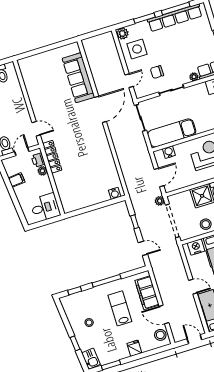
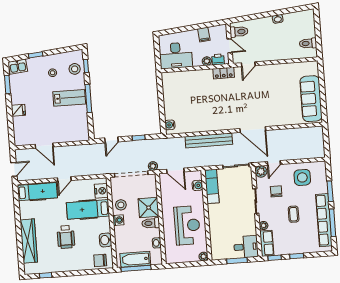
plant: (122, 33) -> (261, 171), moved
coffee table: (176, 49) -> (294, 214), added
sofa: (78, 78) -> (311, 99), moved, turned -90
door: (129, 81) -> (274, 163), hinge flipped
exam couch: (172, 133) -> (212, 186), width x0.73, depth x0.69
bench: (121, 151) -> (209, 140), added
locker: (52, 157) -> (224, 73), width x0.66
desk: (45, 208) -> (176, 55), width x1.37
filing cabinet: (147, 293) -> (68, 134), removed
lab bench: (120, 308) -> (69, 98), moved
door: (164, 314) -> (44, 146), swing flipped
stool: (160, 335) -> (75, 69), moved

